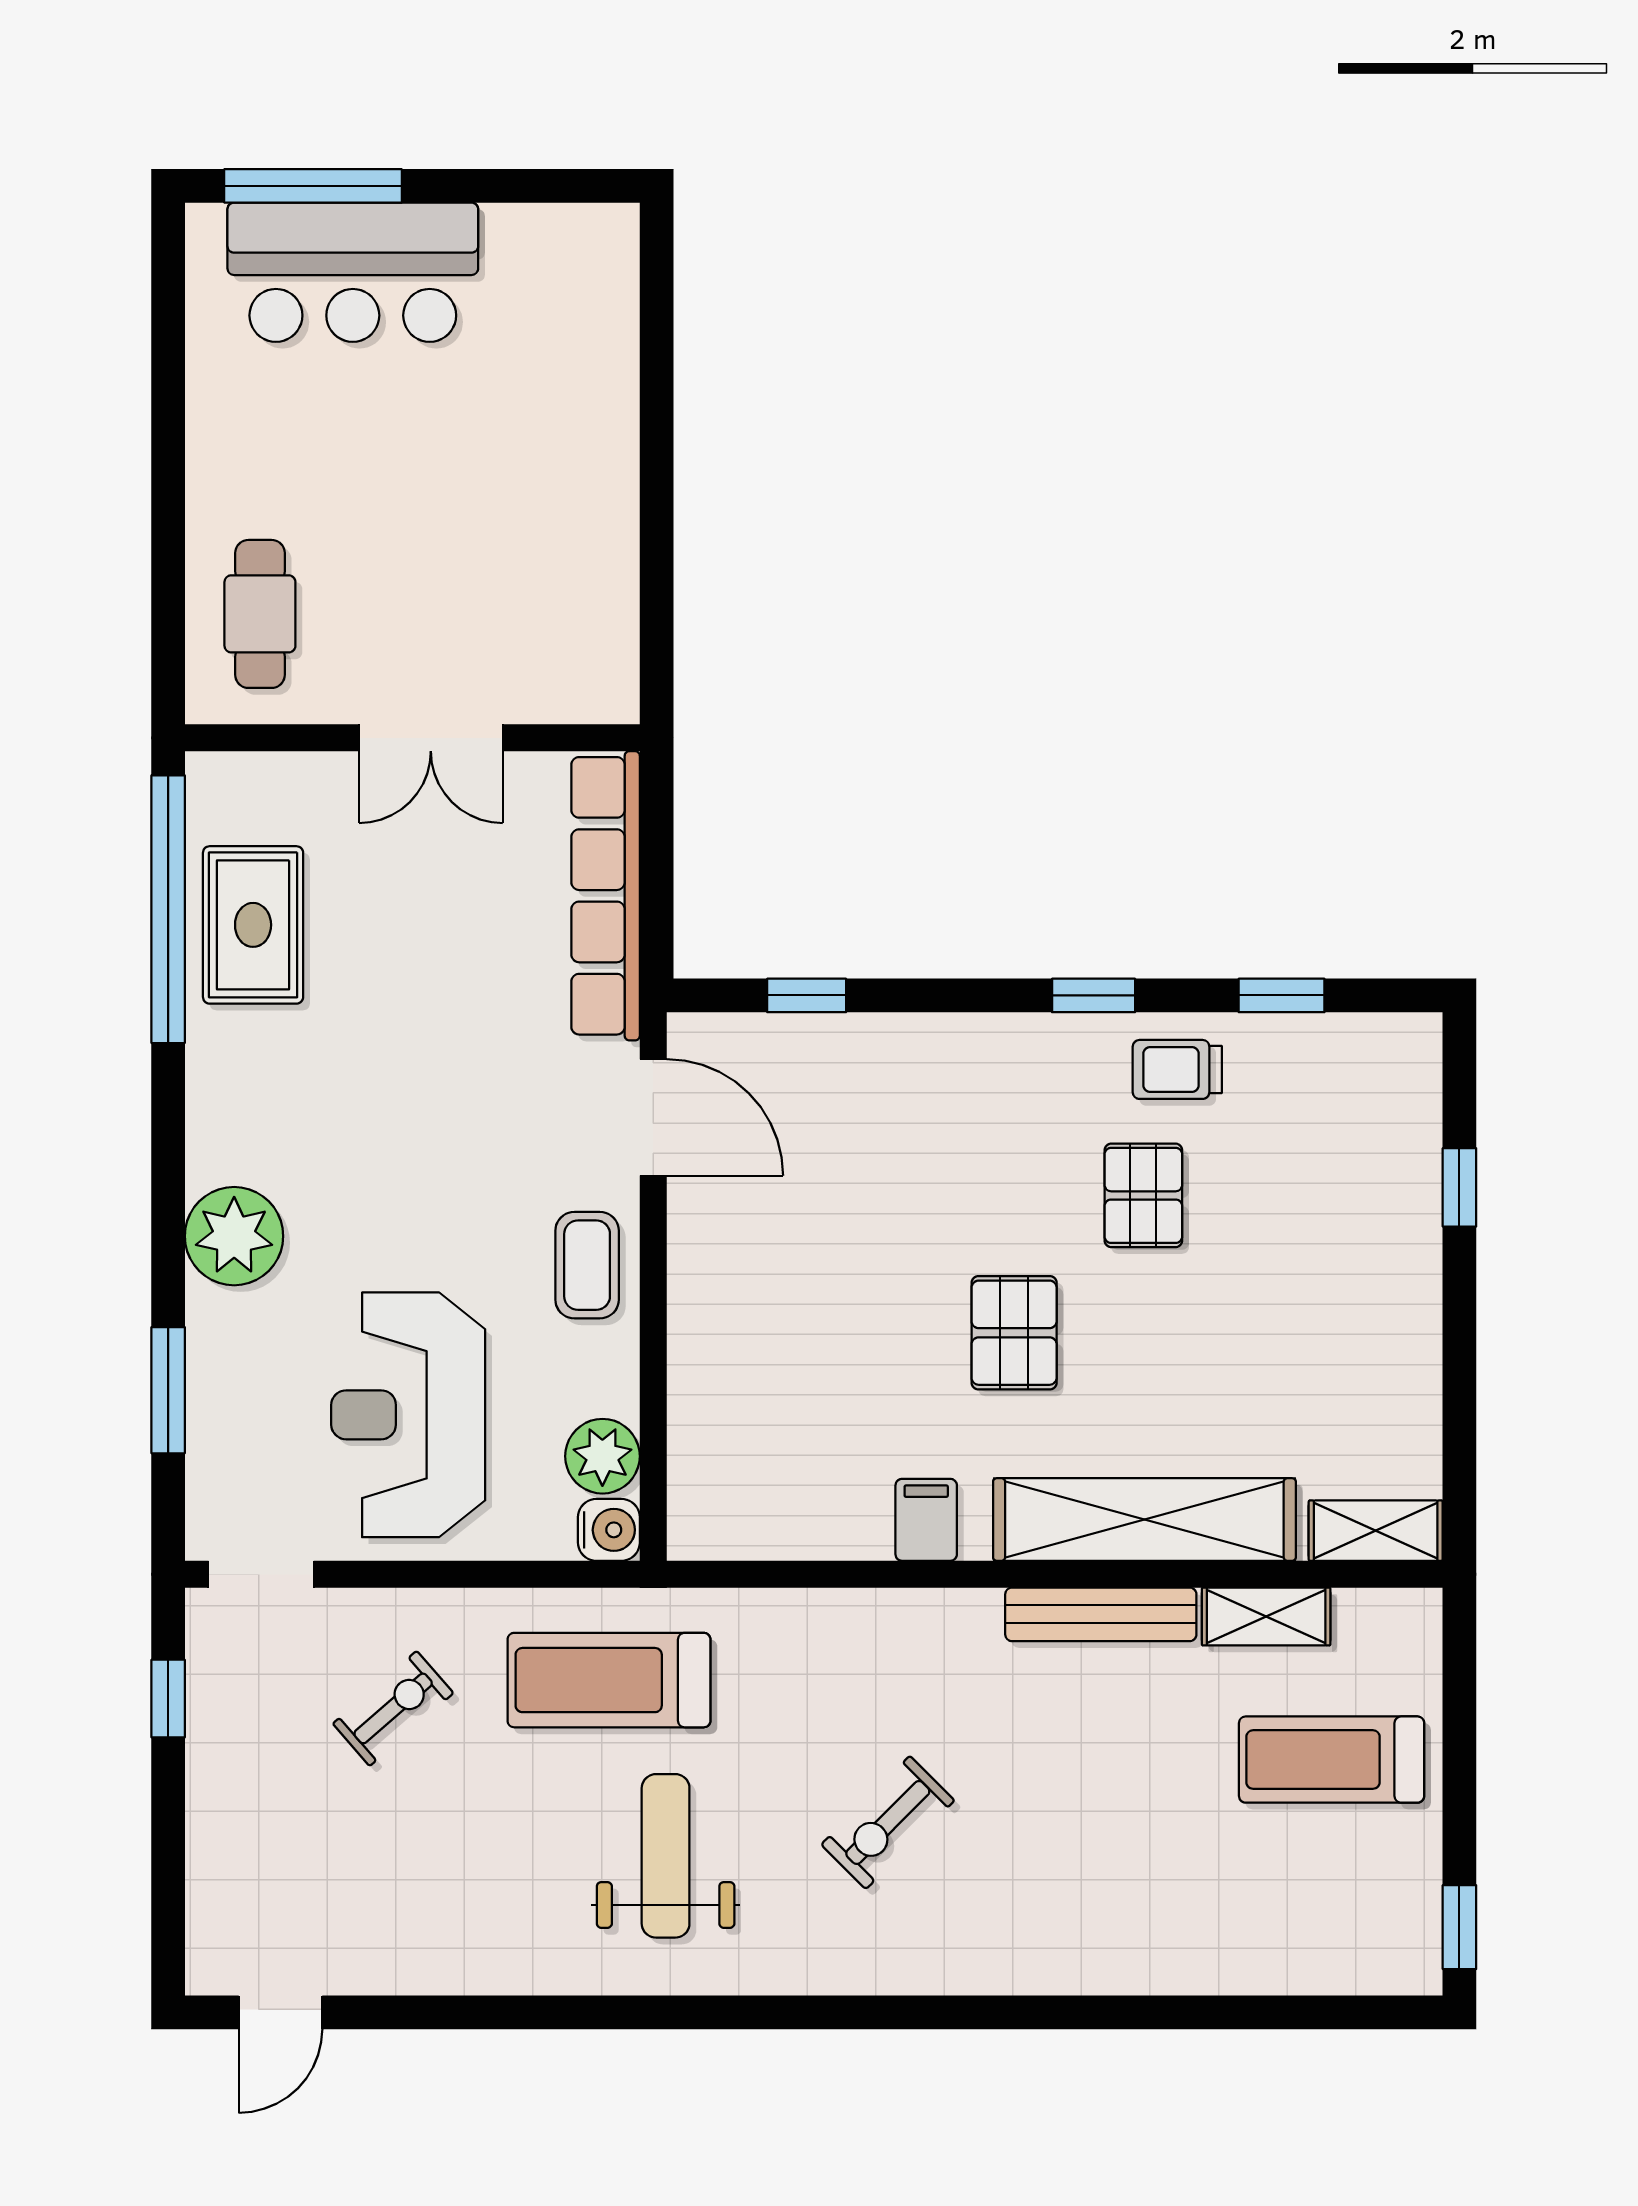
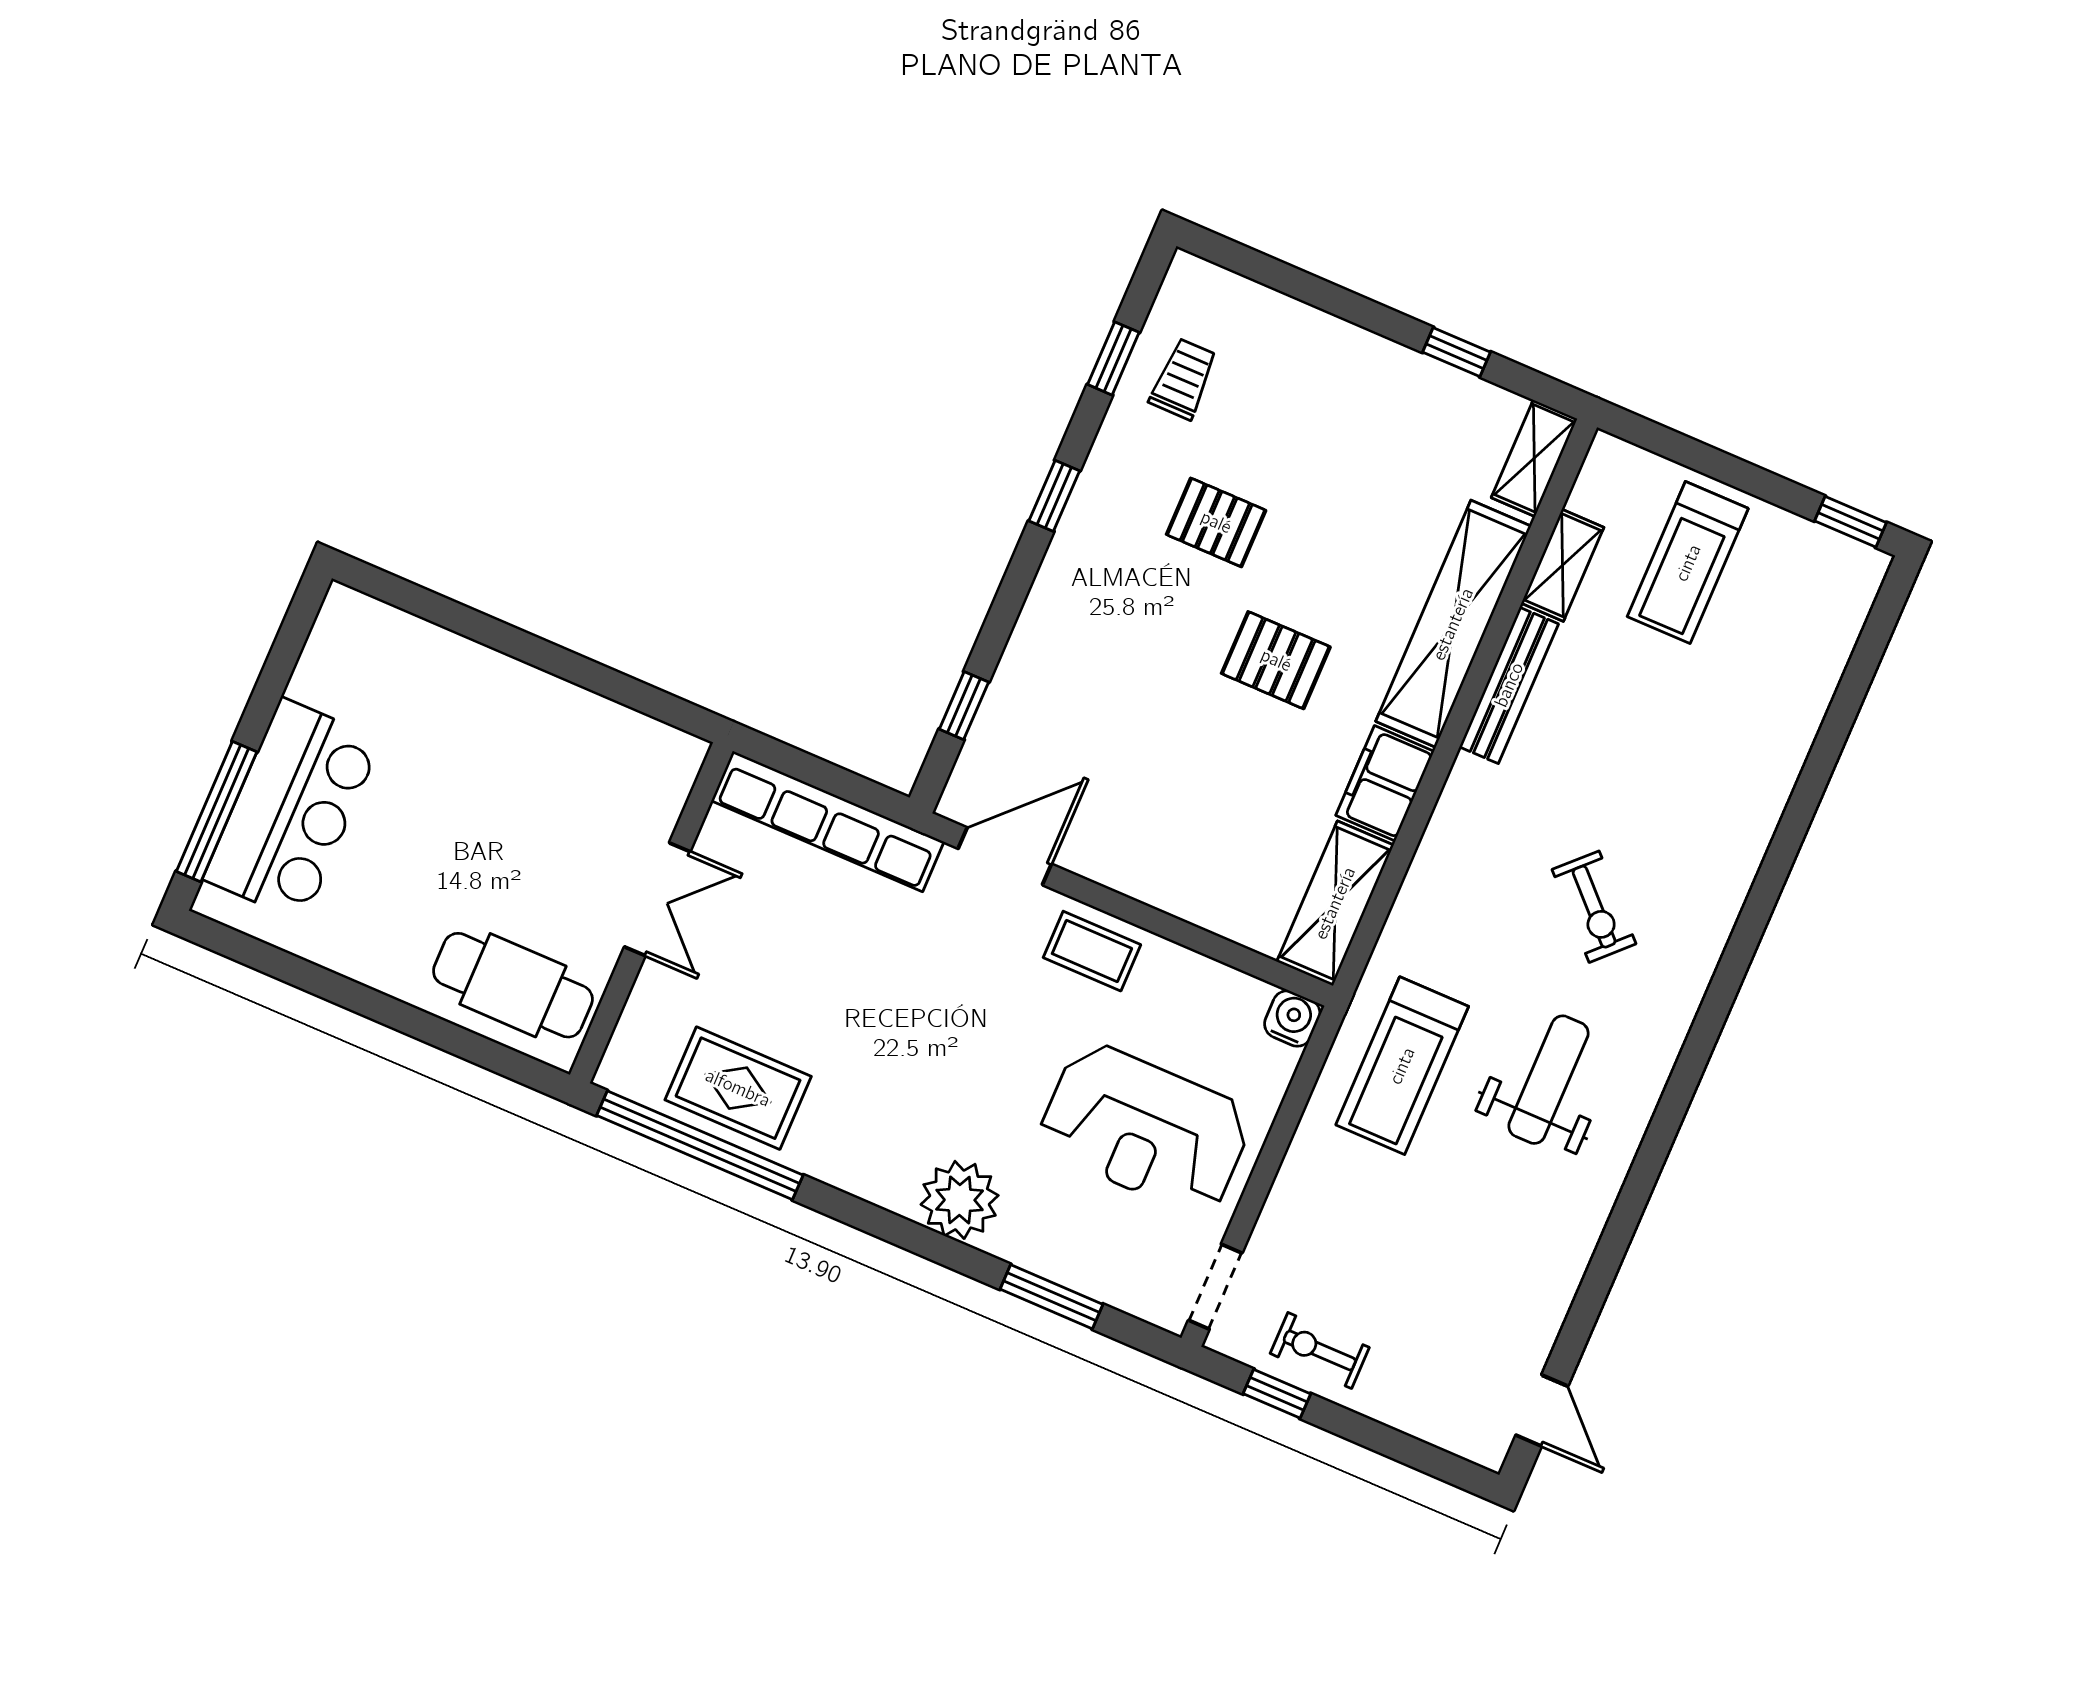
cafe table: (260, 614) -> (513, 985), width x1.37, depth x1.35
trolley: (1177, 1069) -> (1183, 379), moved, turned 180
window: (1459, 1187) -> (1457, 352), moved
plant: (602, 1456) -> (1236, 1000), removed
filing cabinet: (926, 1520) -> (1385, 783), width x2.00
shelving: (763, 1522) -> (1335, 903), added
exercise bike: (393, 1708) -> (1320, 1350), moved, turned -49
weight bench: (666, 1856) -> (1548, 1080), turned 90

